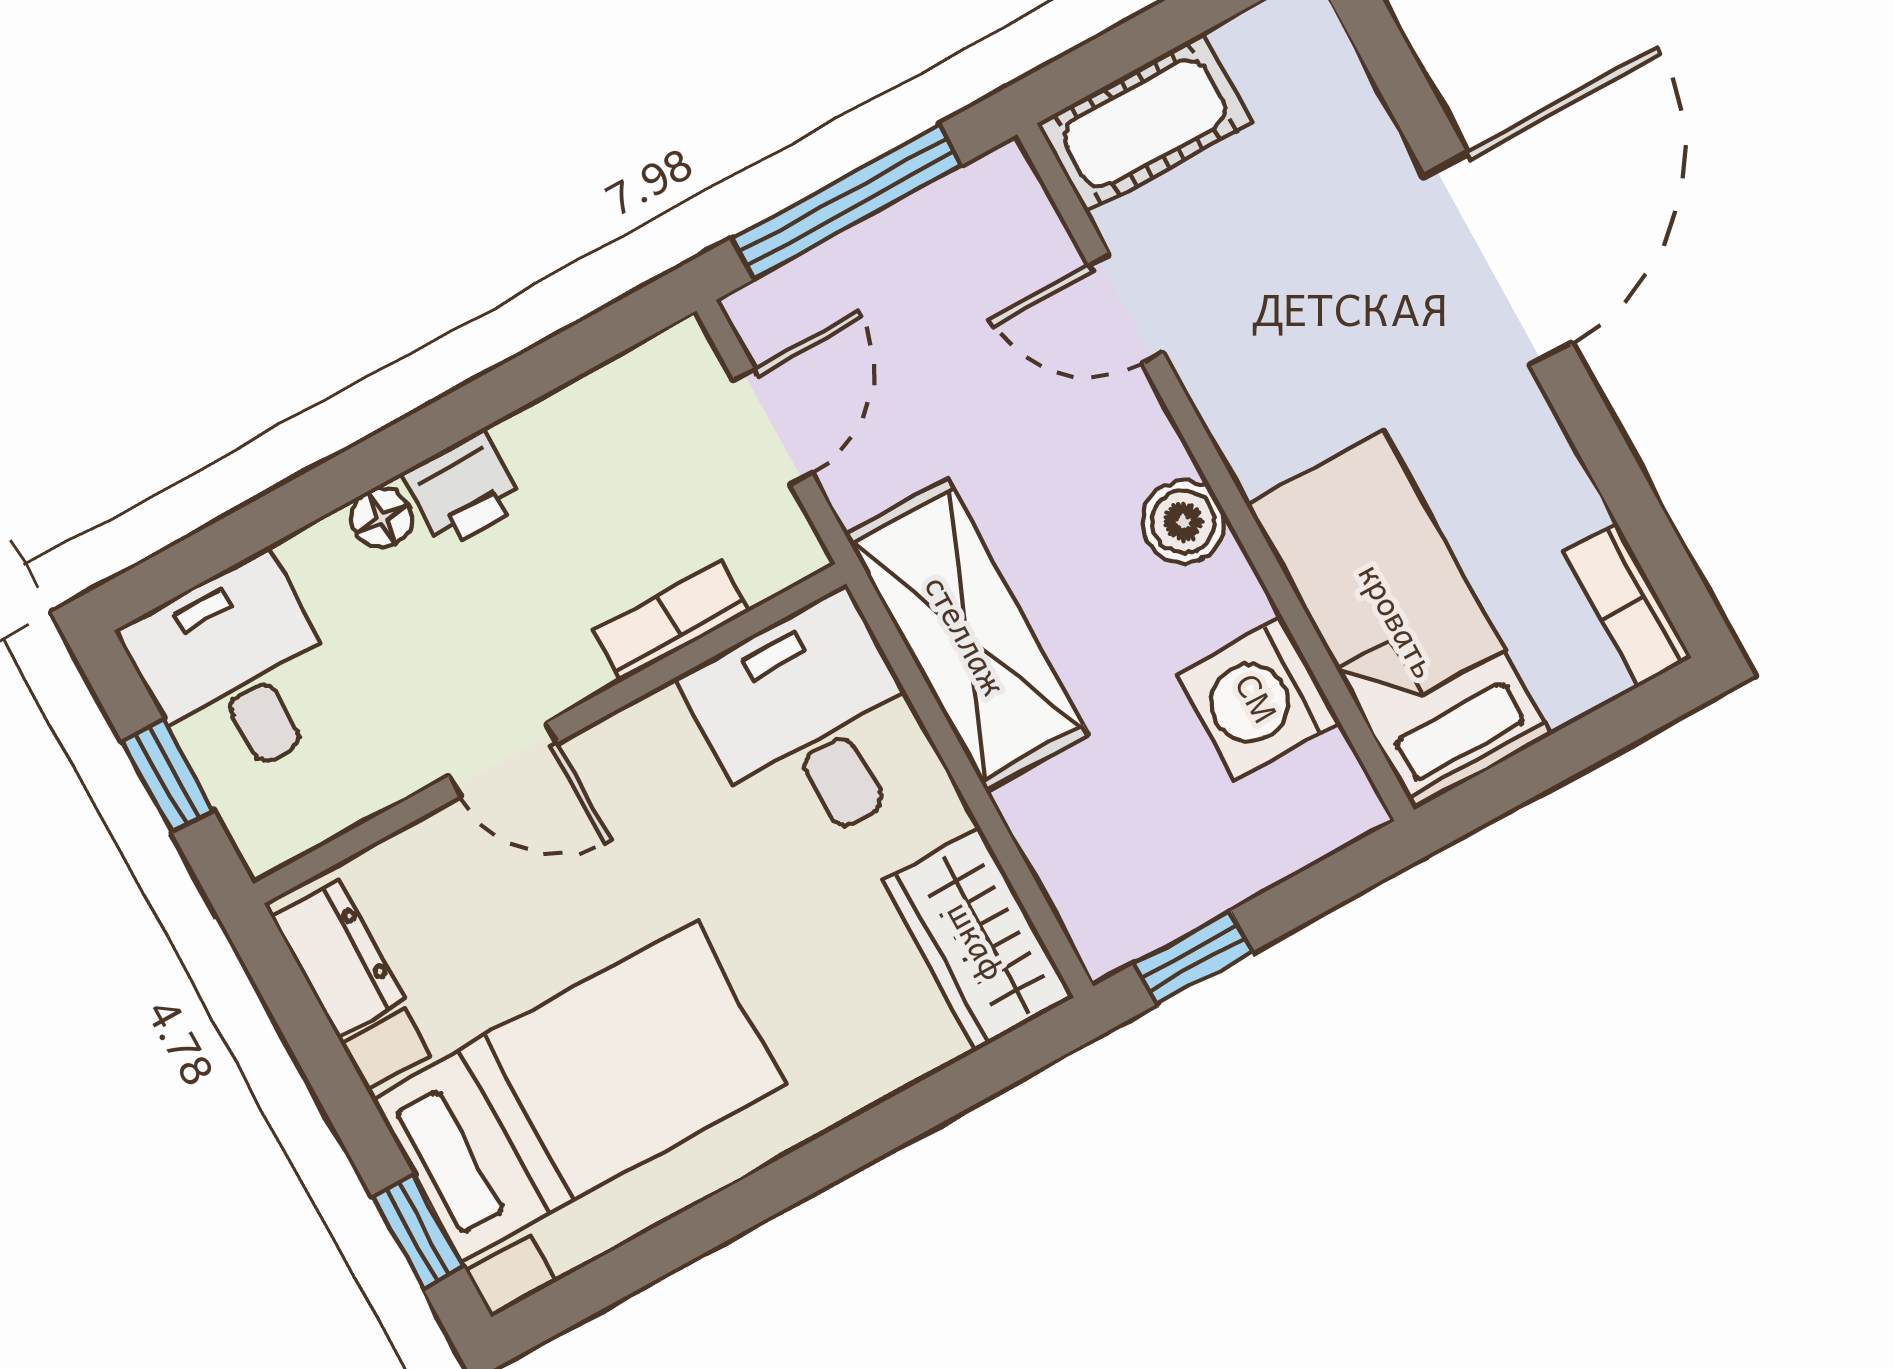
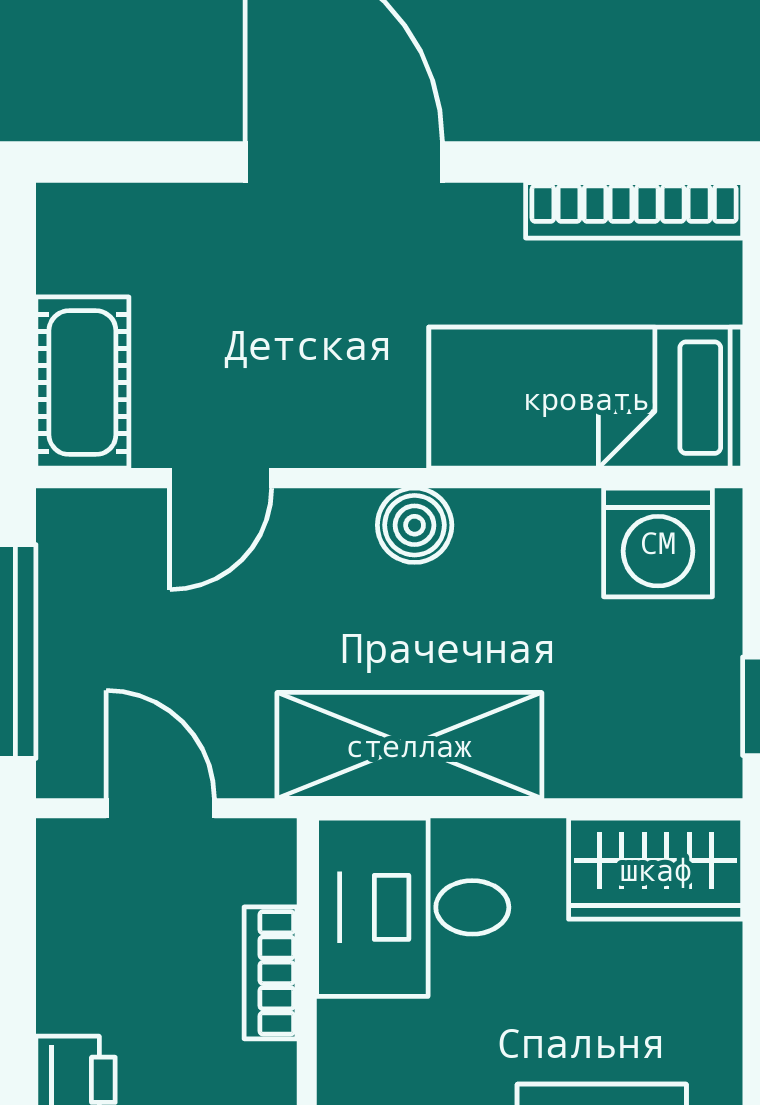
bookcase: (1628, 605) -> (634, 210), width x1.56
washing machine: (1258, 698) -> (658, 542), moved

